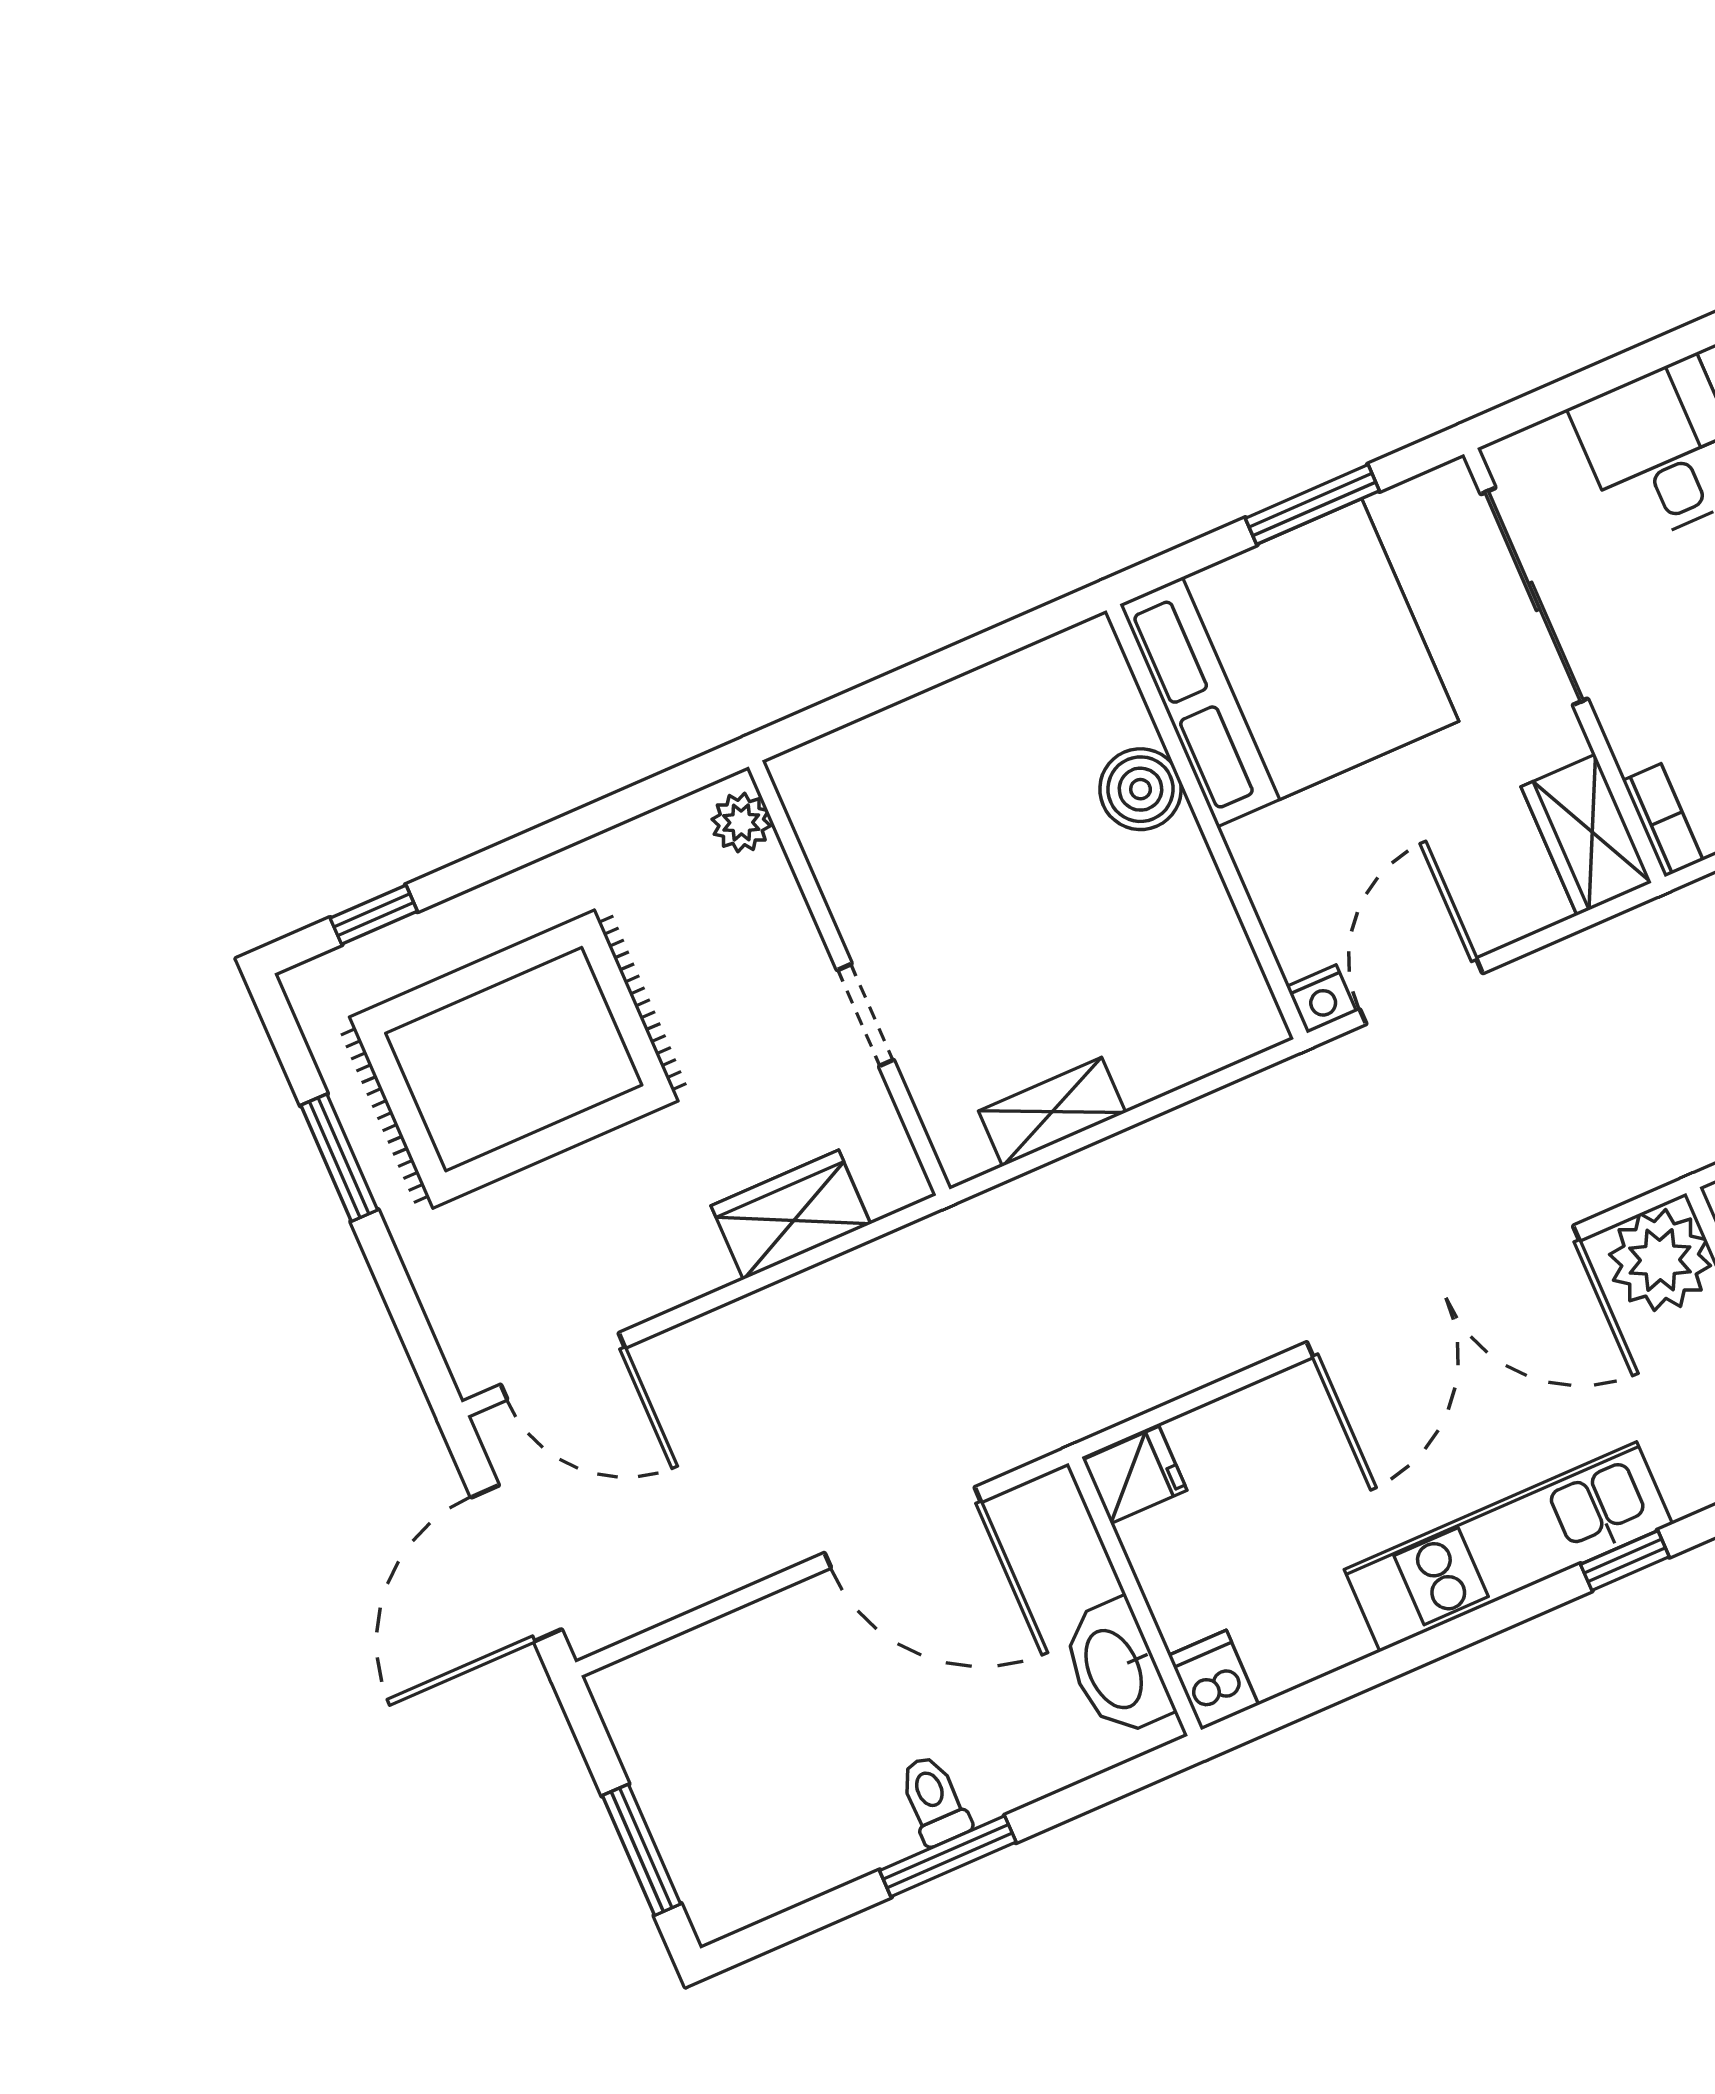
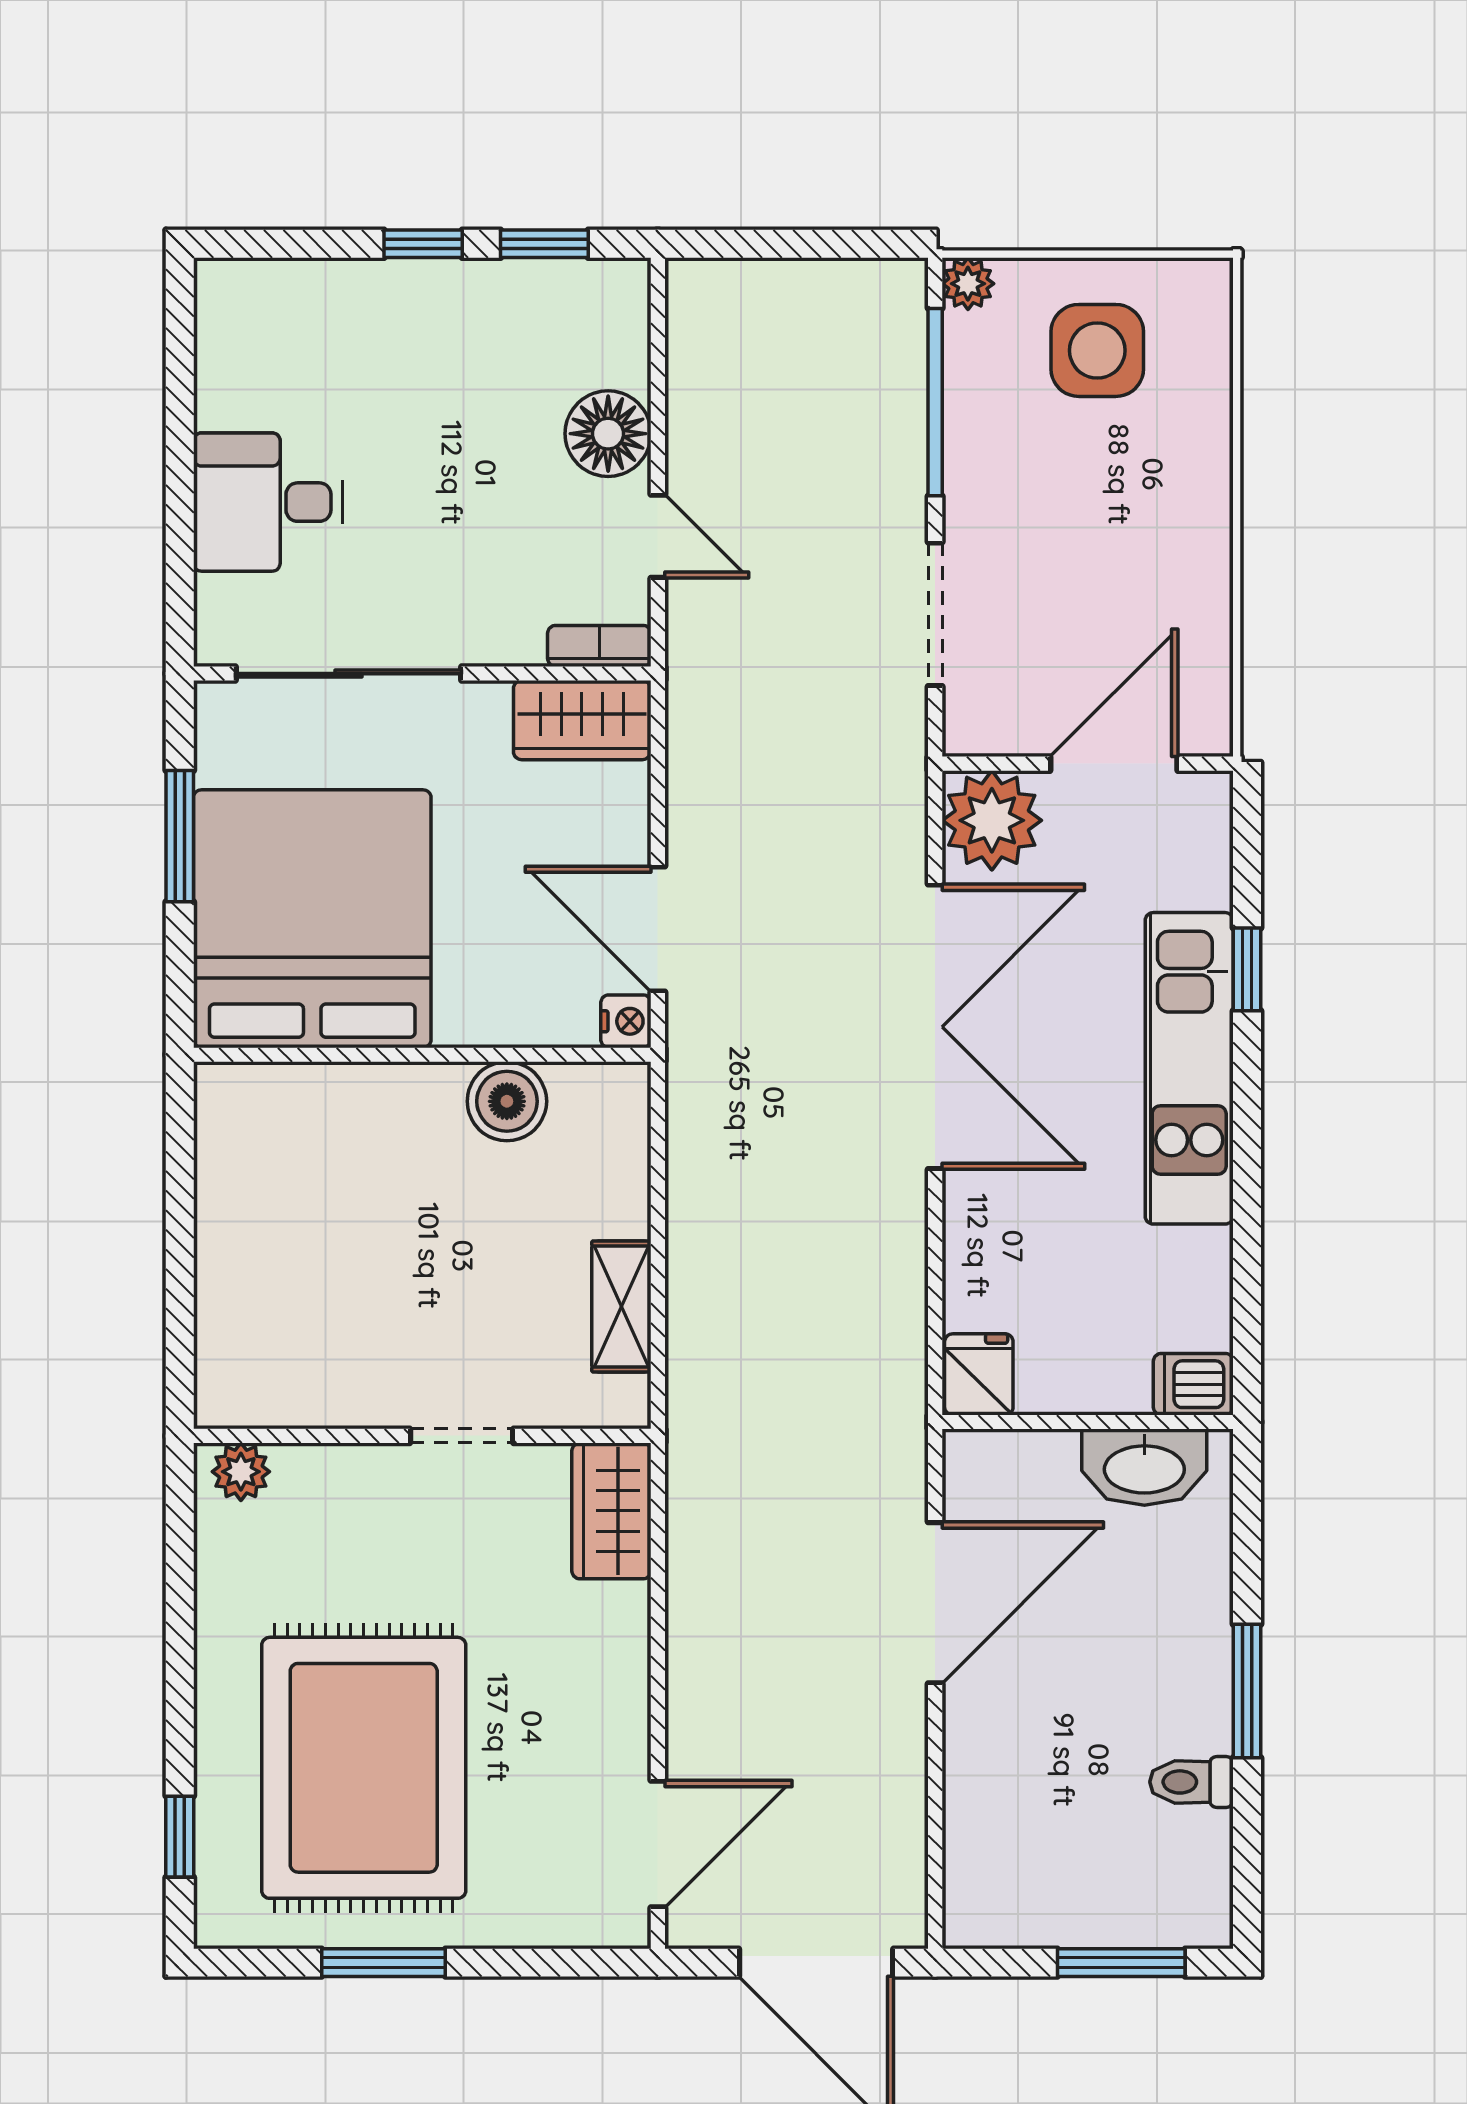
boiler: (1141, 789) -> (507, 1101), moved
wardrobe: (791, 1215) -> (611, 1511), moved
toilet: (934, 1800) -> (1191, 1782), moved

